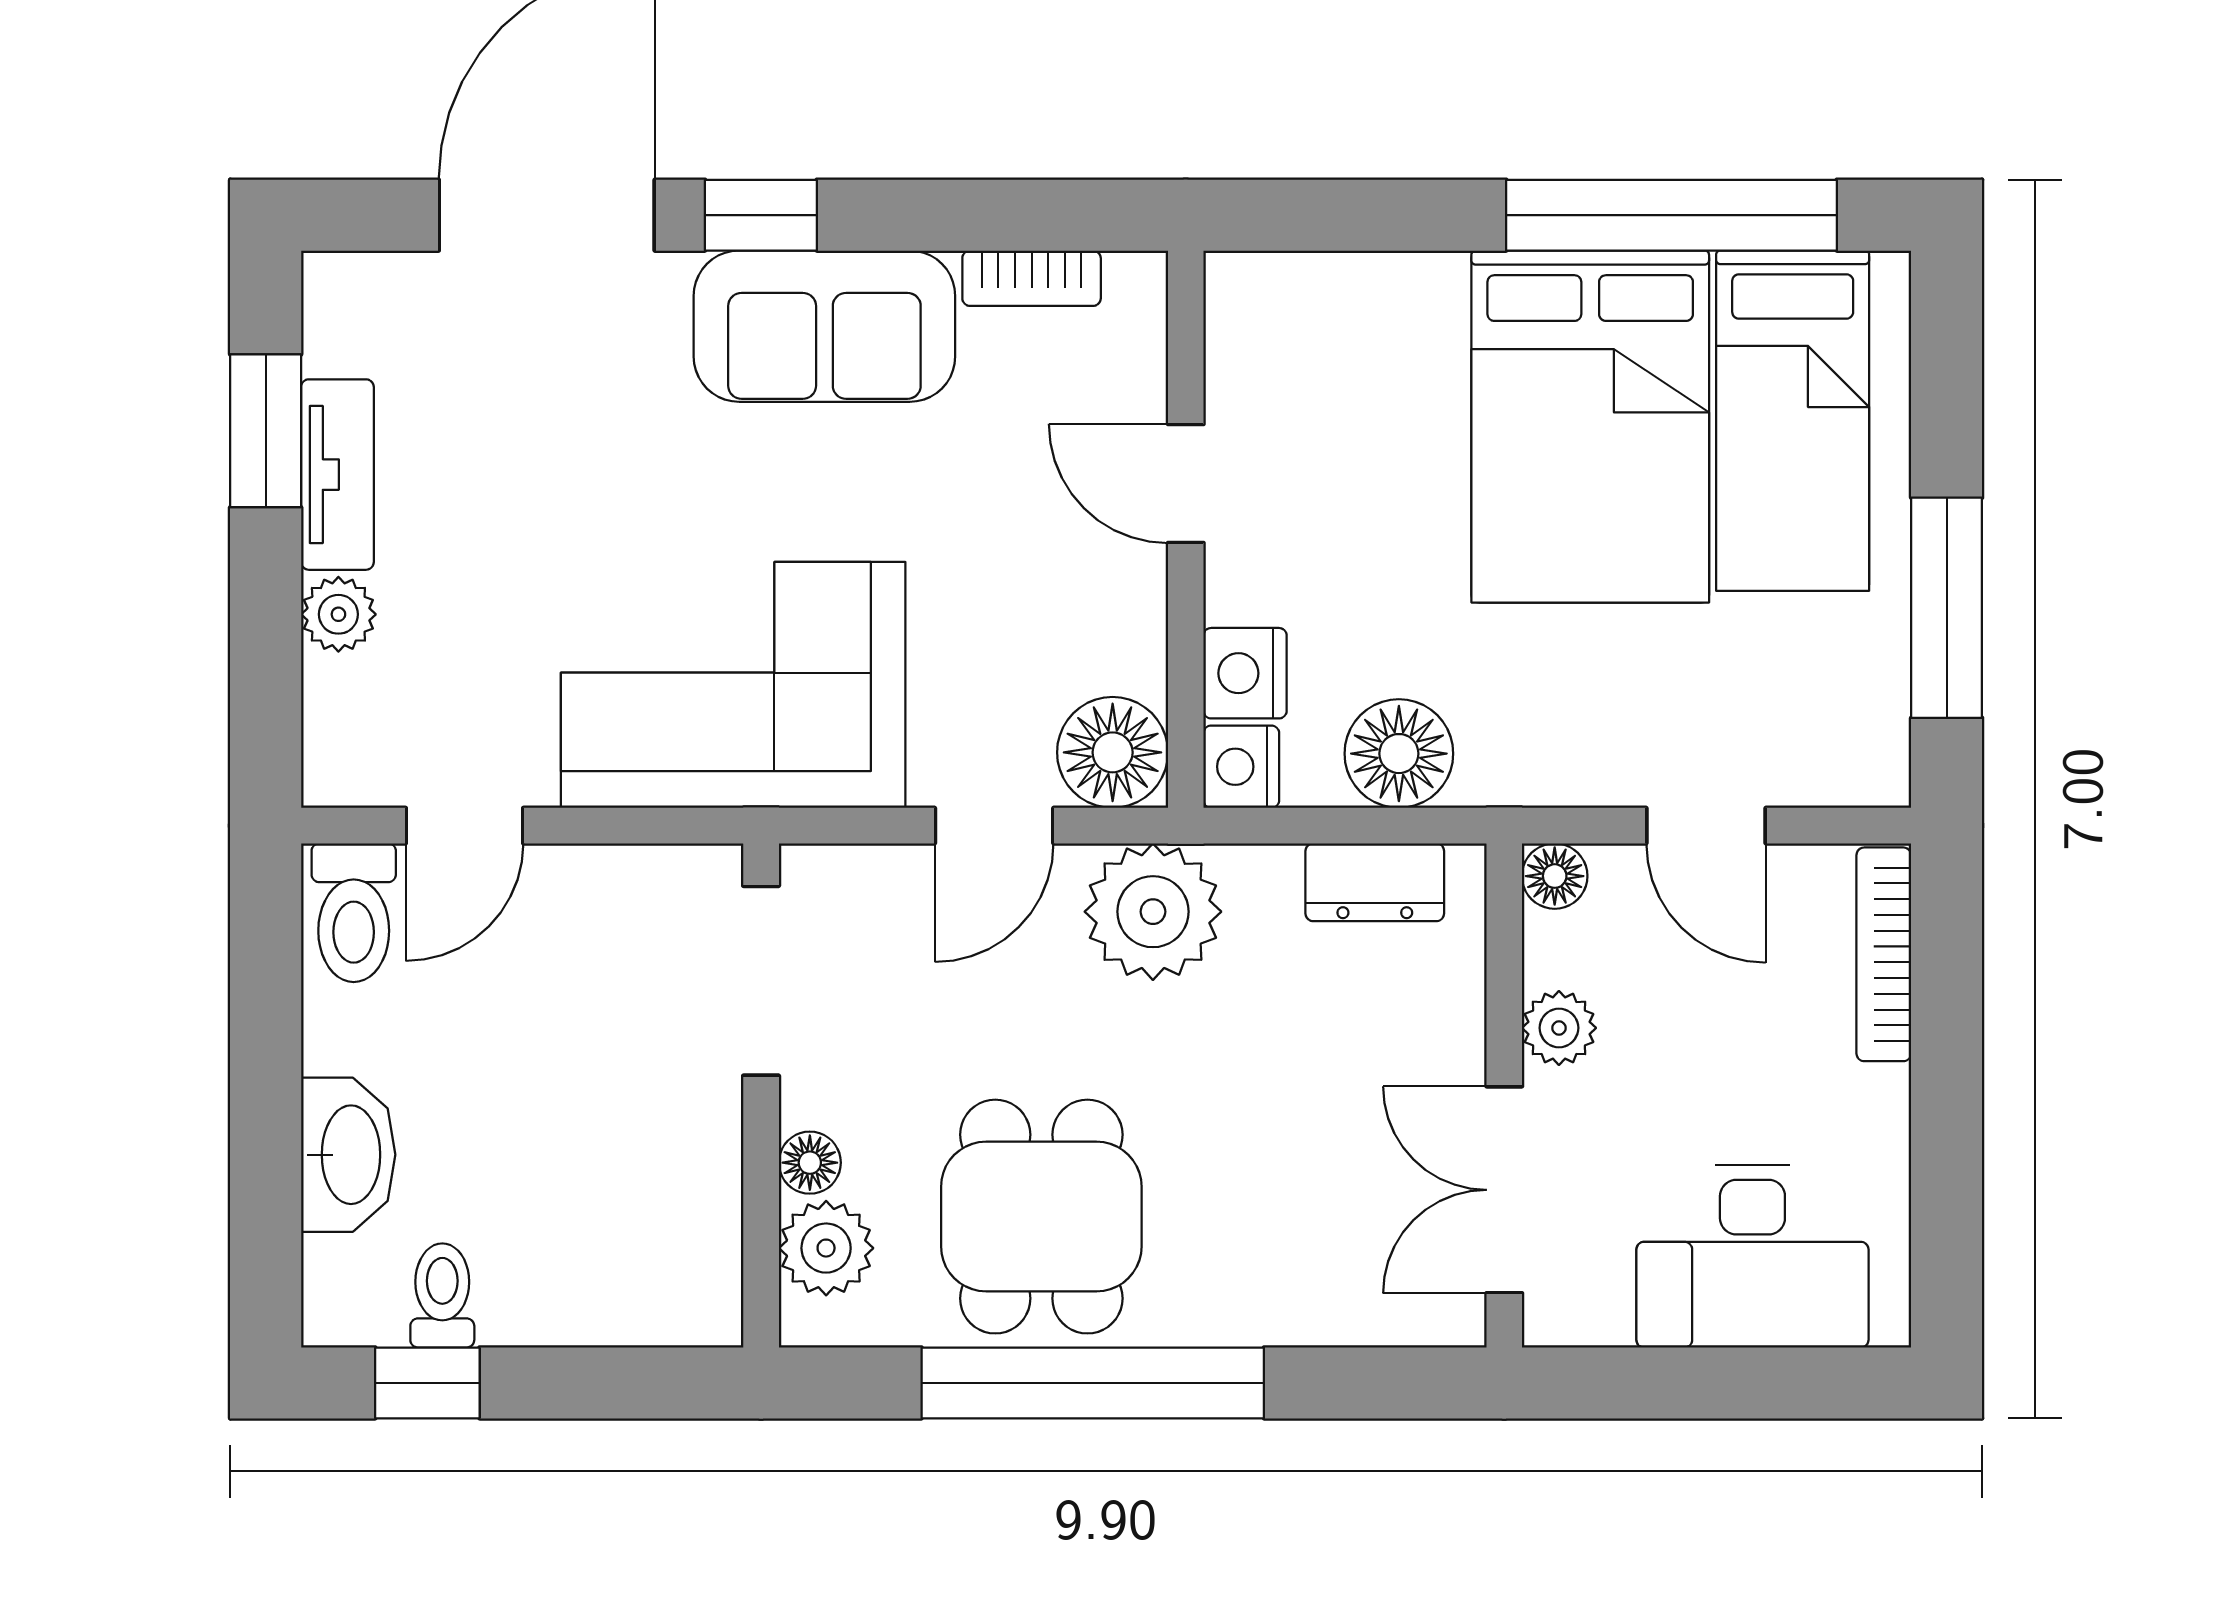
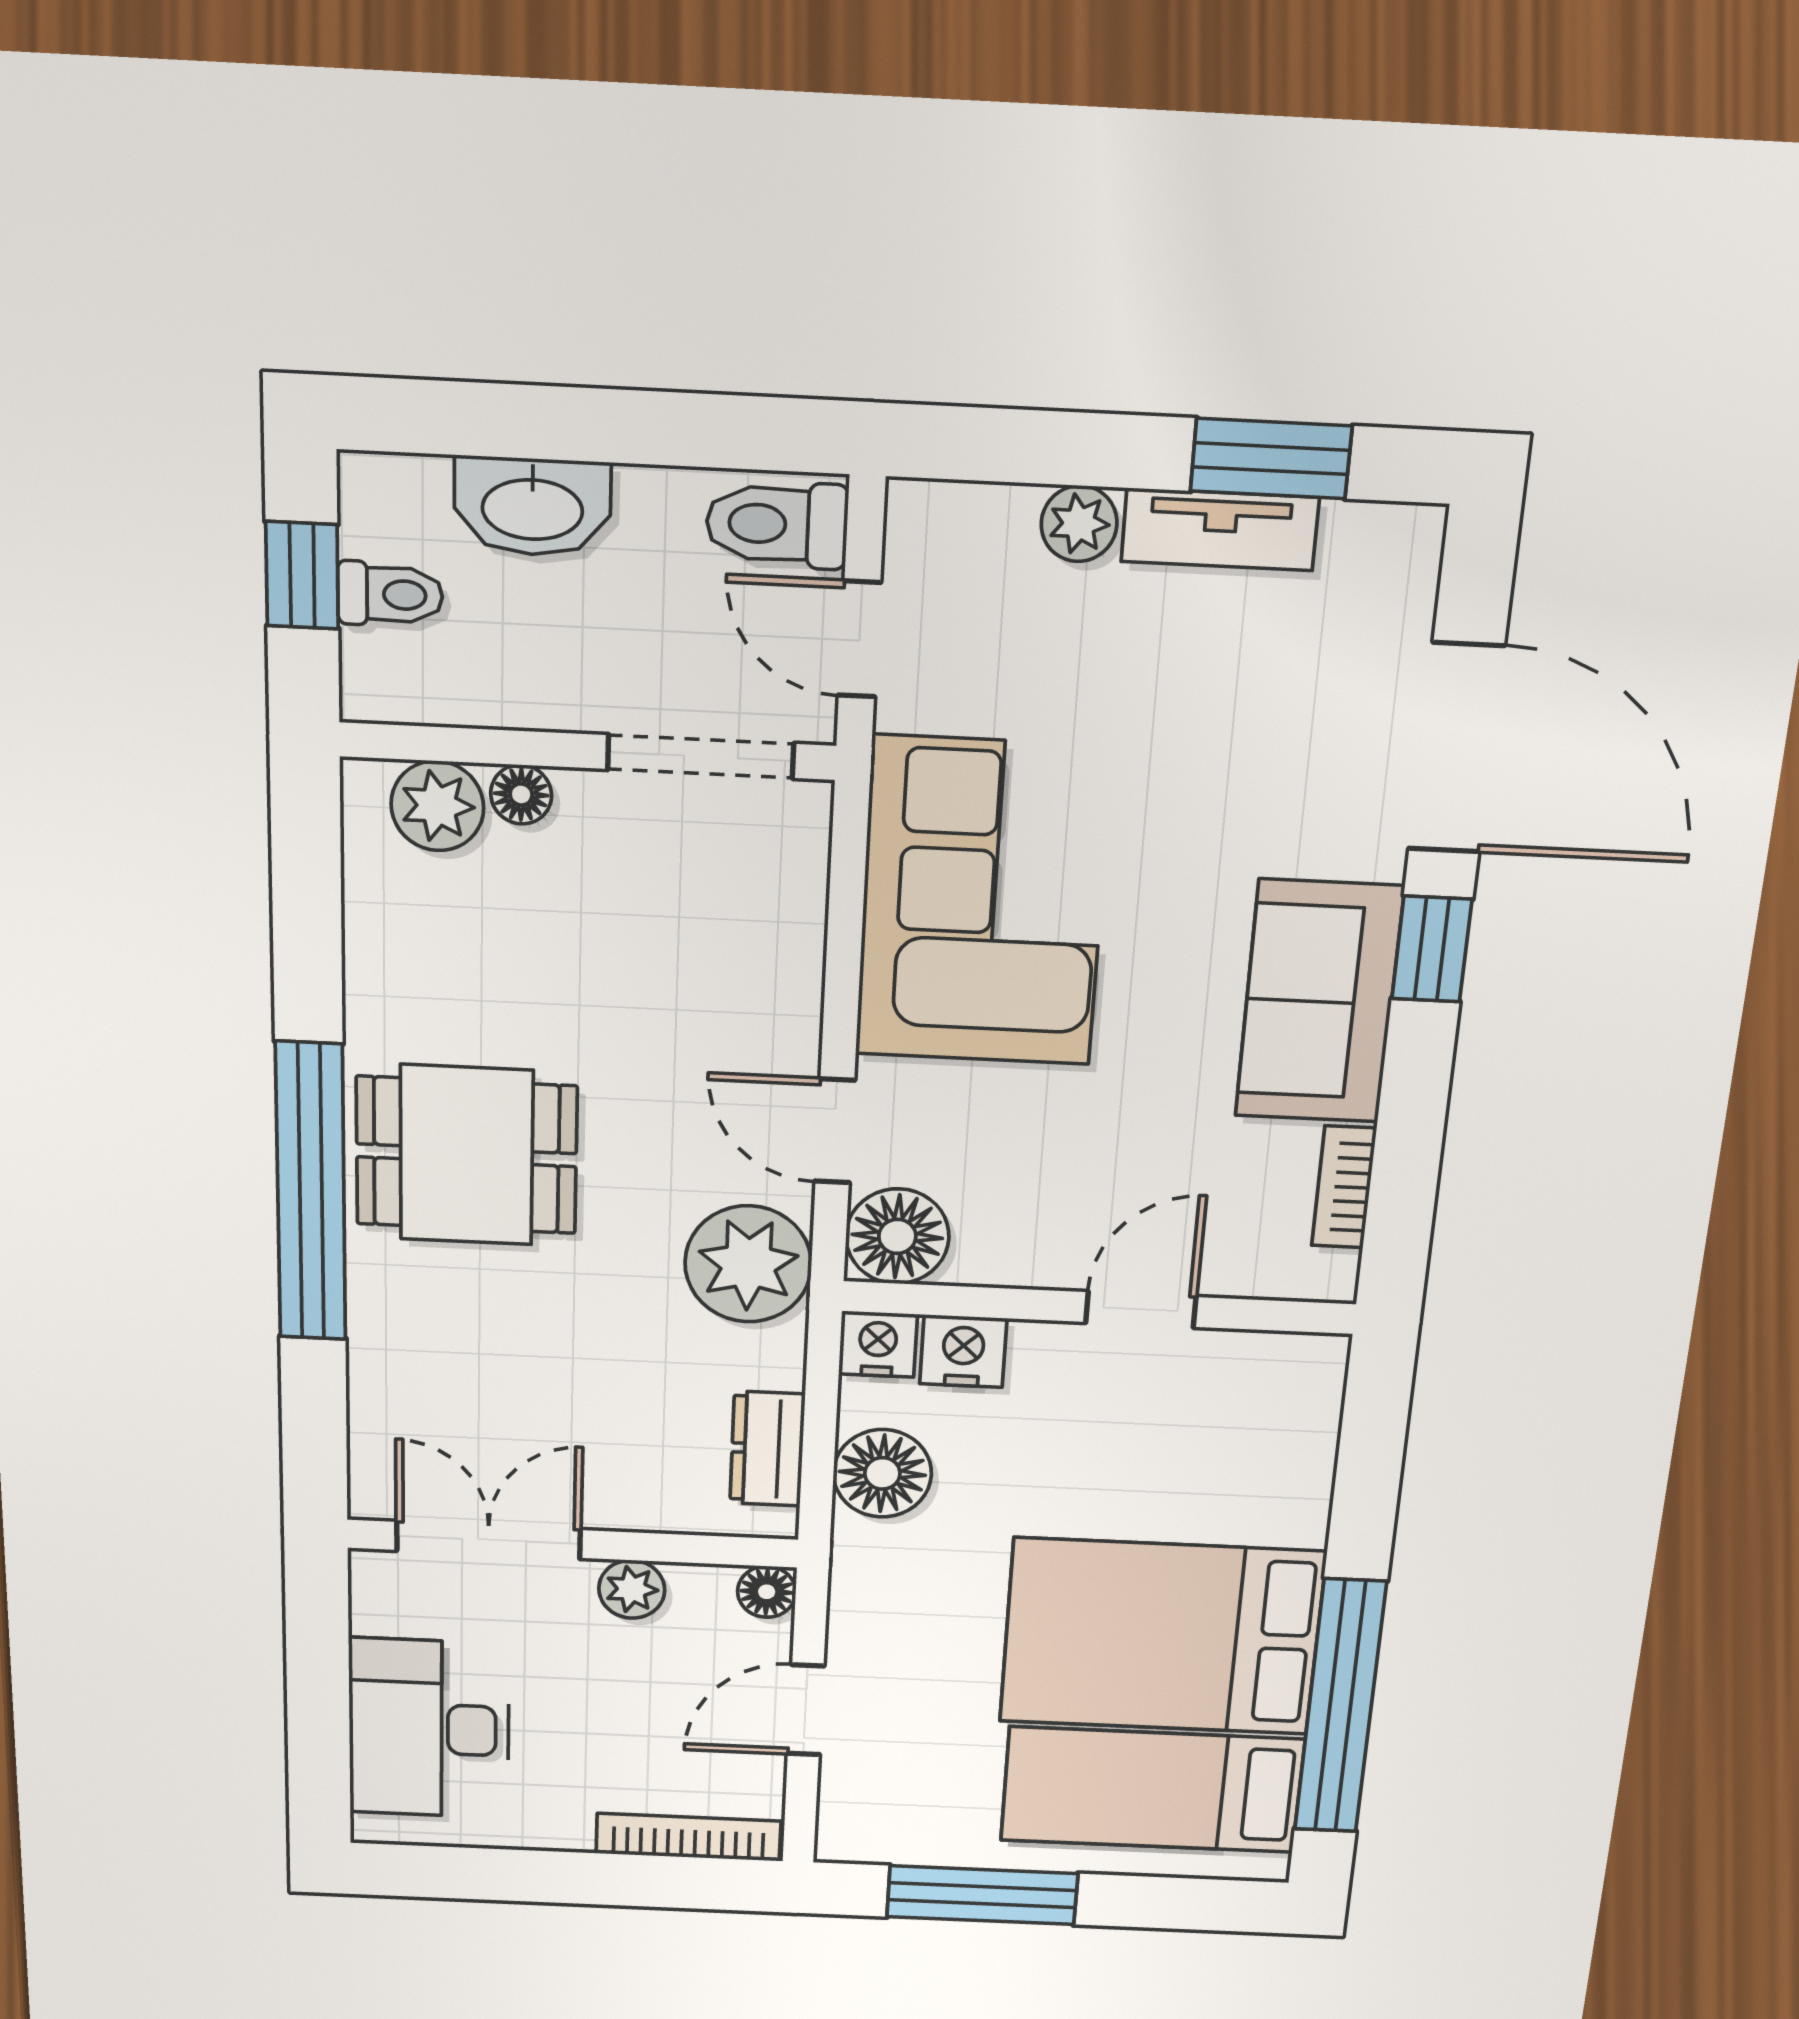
doorway: (761, 981) -> (701, 757), moved
wall: (761, 1095) -> (588, 751), moved
floor lamp: (810, 1163) -> (521, 794), moved
plant: (826, 1248) -> (437, 806), moved

